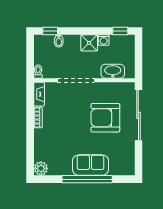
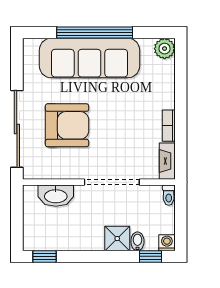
washing machine: (104, 40) -> (167, 243), moved
shower: (89, 43) -> (117, 239), moved
sofa: (90, 165) -> (90, 58), width x1.85, depth x1.27

